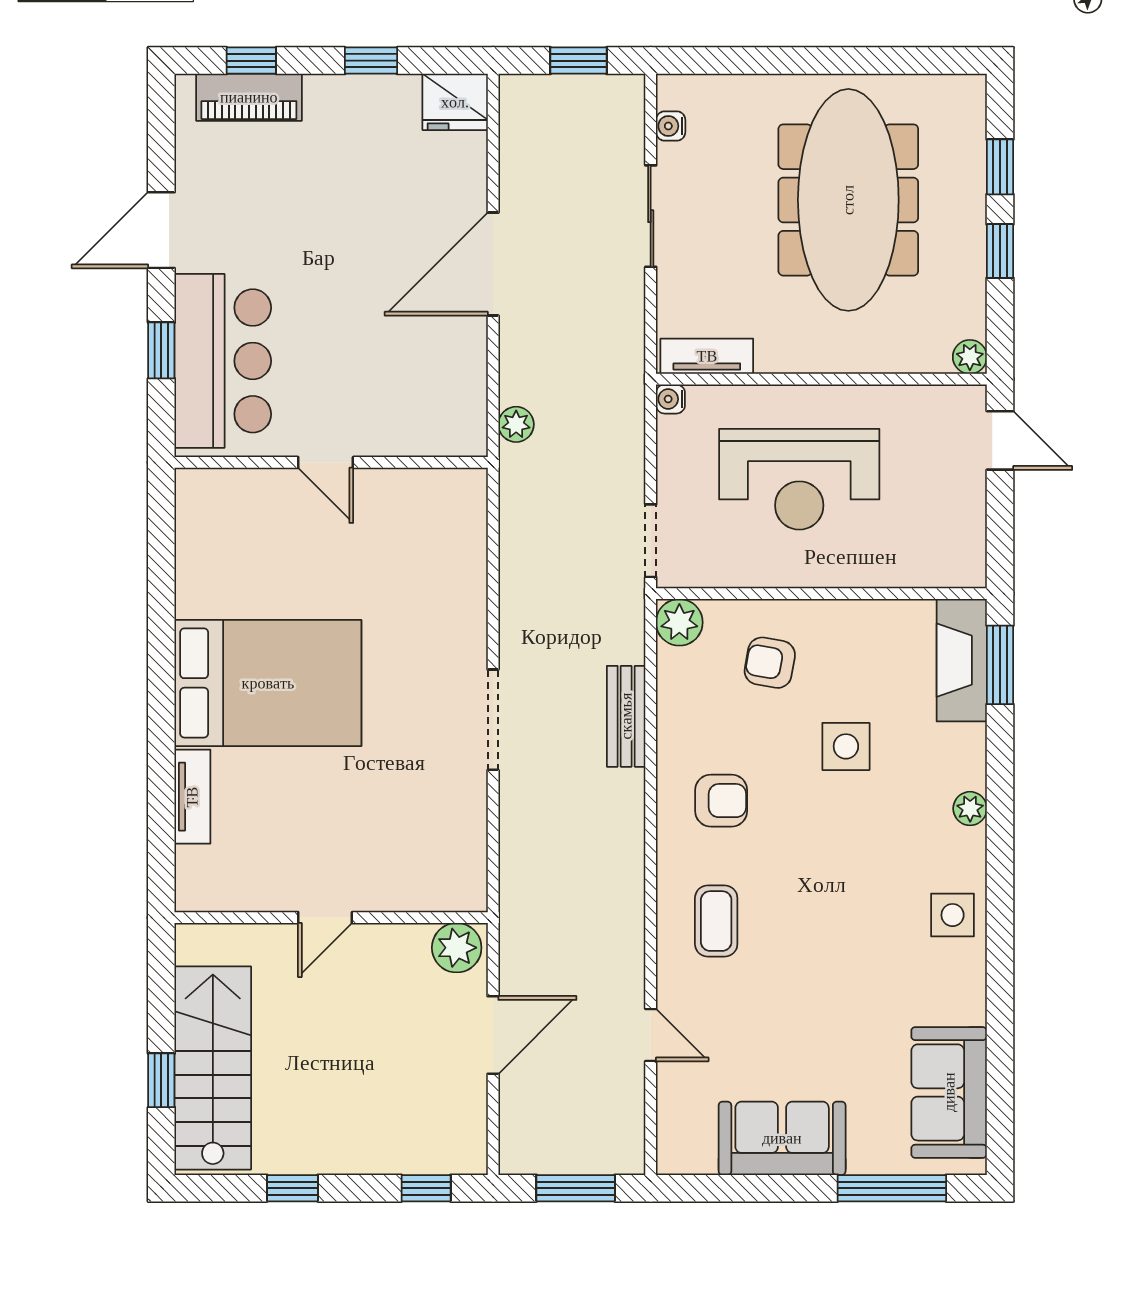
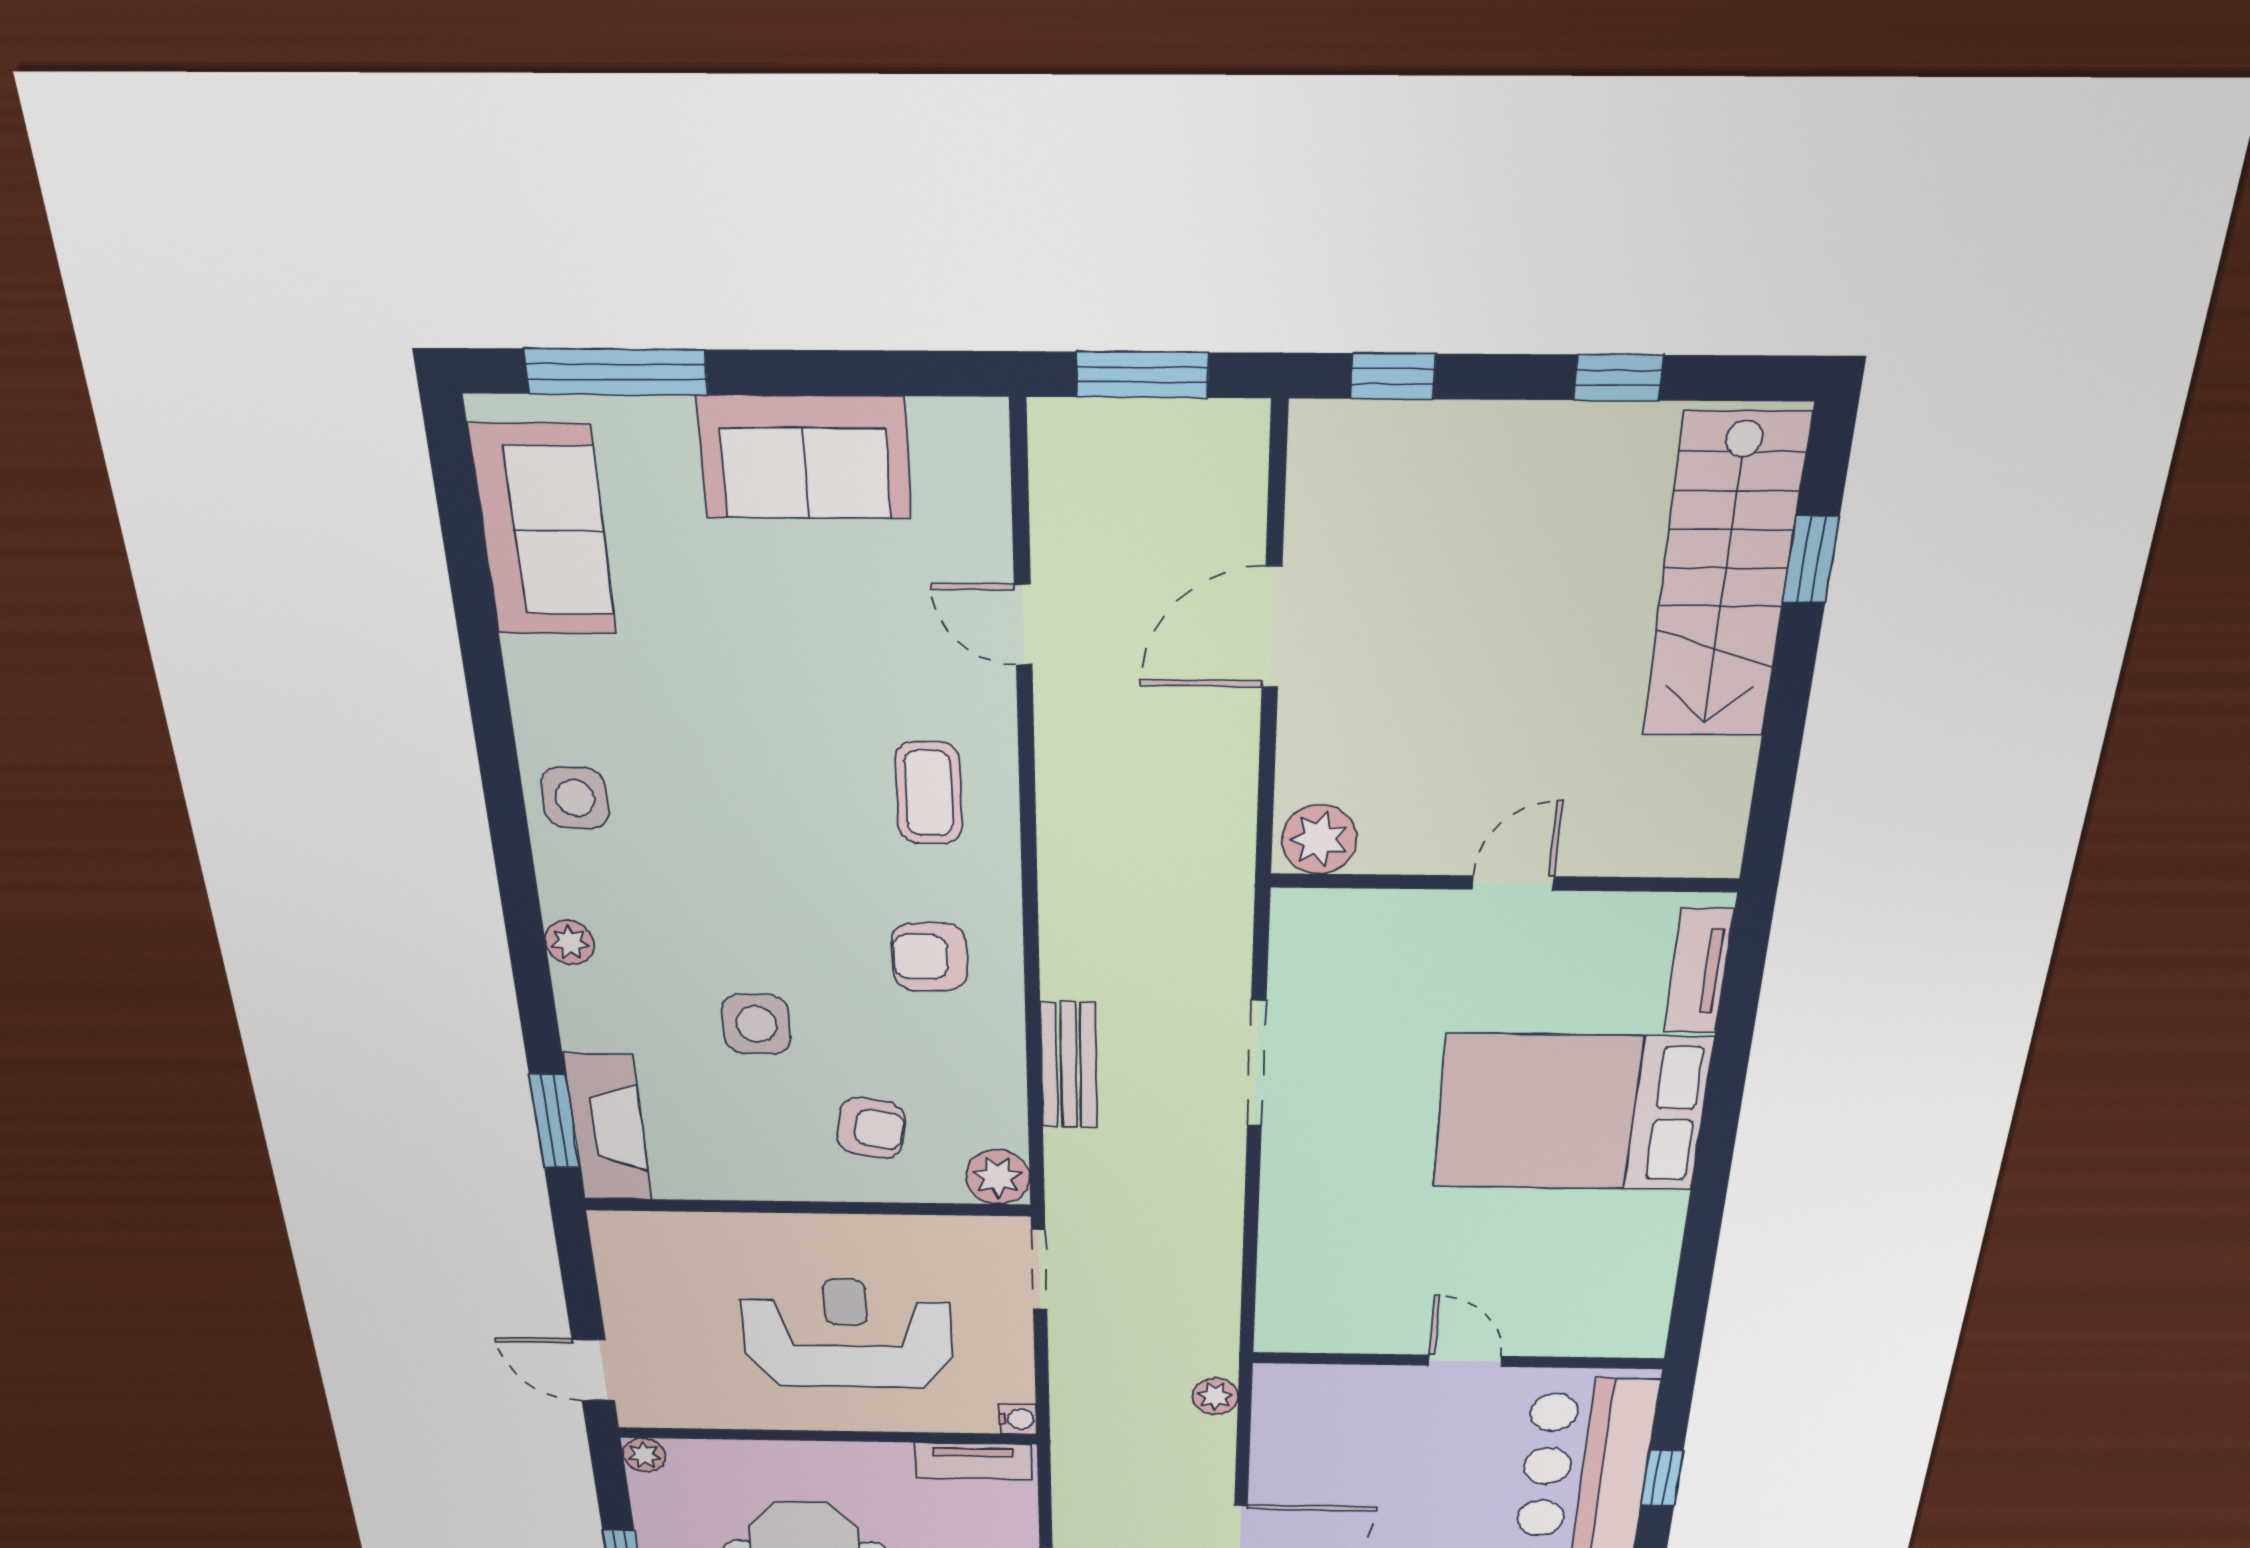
door: (325, 918) -> (1513, 883), moved
wall: (331, 918) -> (1504, 883), moved
plant: (457, 948) -> (1319, 839), moved

